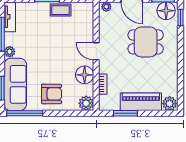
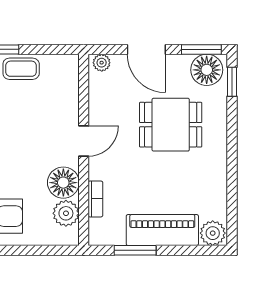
door: (96, 51) -> (84, 141), swing flipped
plant: (86, 103) -> (66, 213), moved

